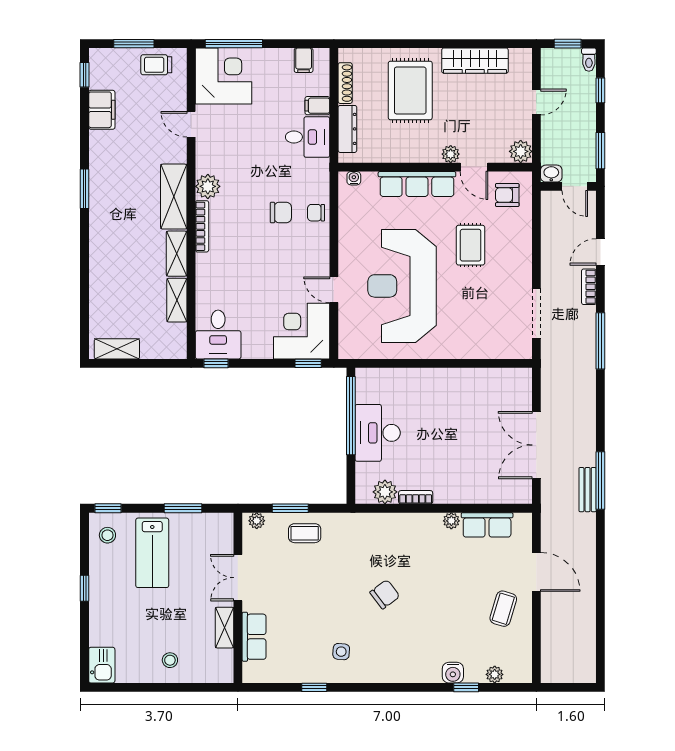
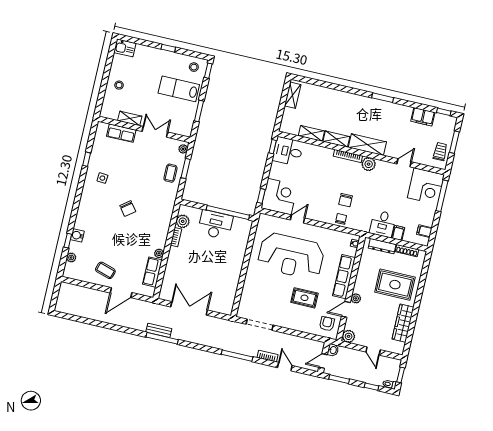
reception desk: (402, 286) -> (291, 256), turned 180

